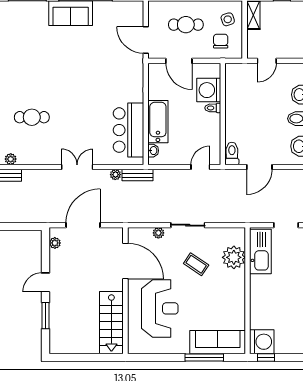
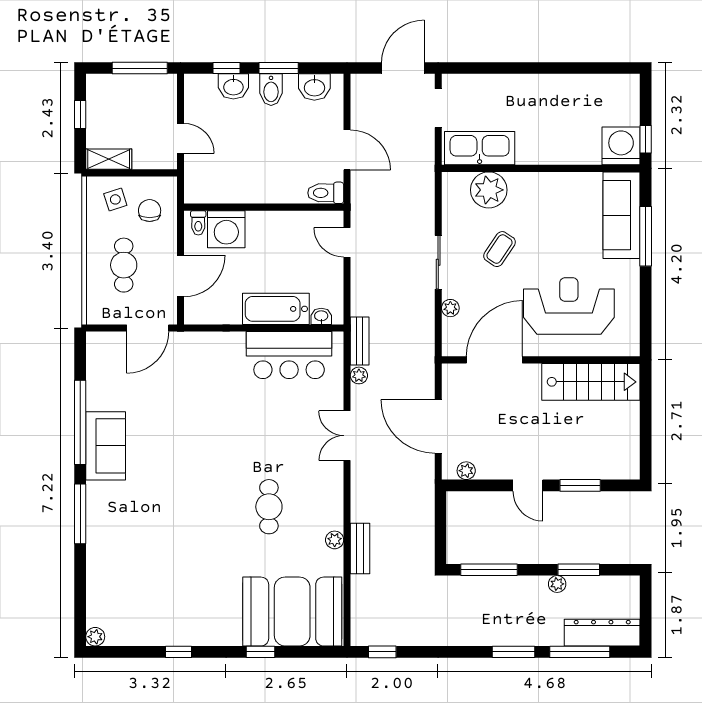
chair: (221, 41) -> (150, 211), turned 90
toilet: (213, 108) -> (198, 223), moved

